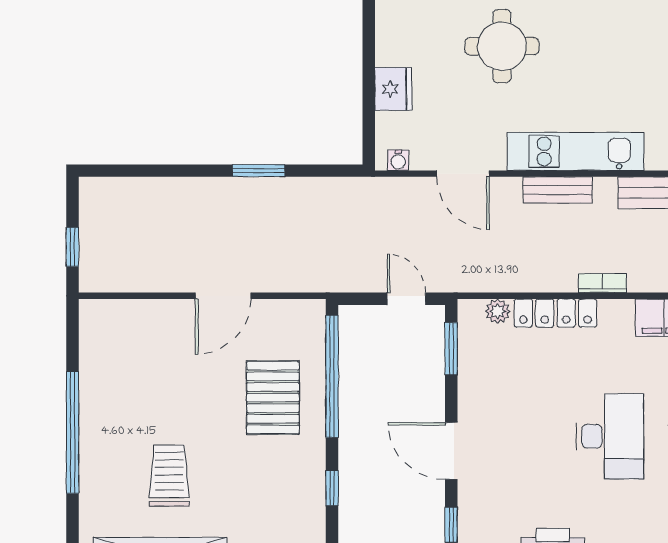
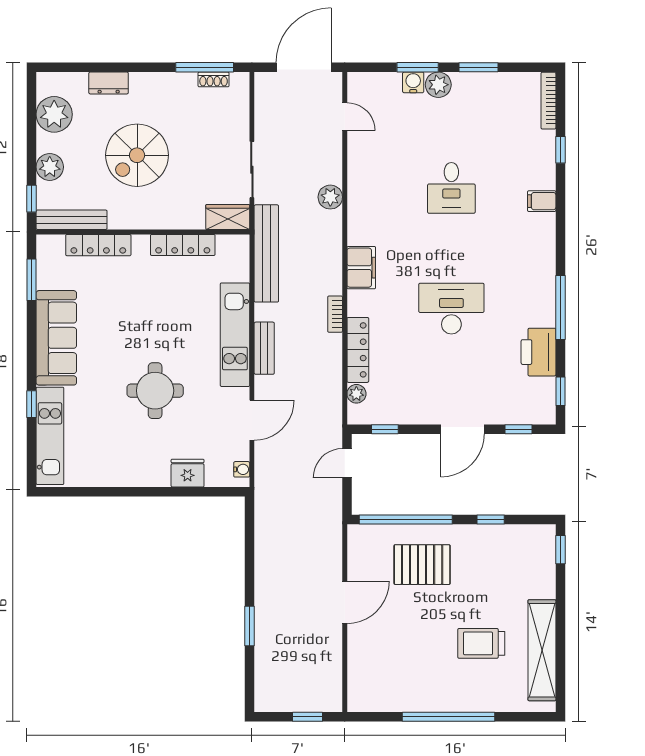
window: (259, 171) -> (250, 626), moved
door: (223, 296) -> (345, 602), hinge flipped
window: (451, 349) -> (385, 429), width x0.67

